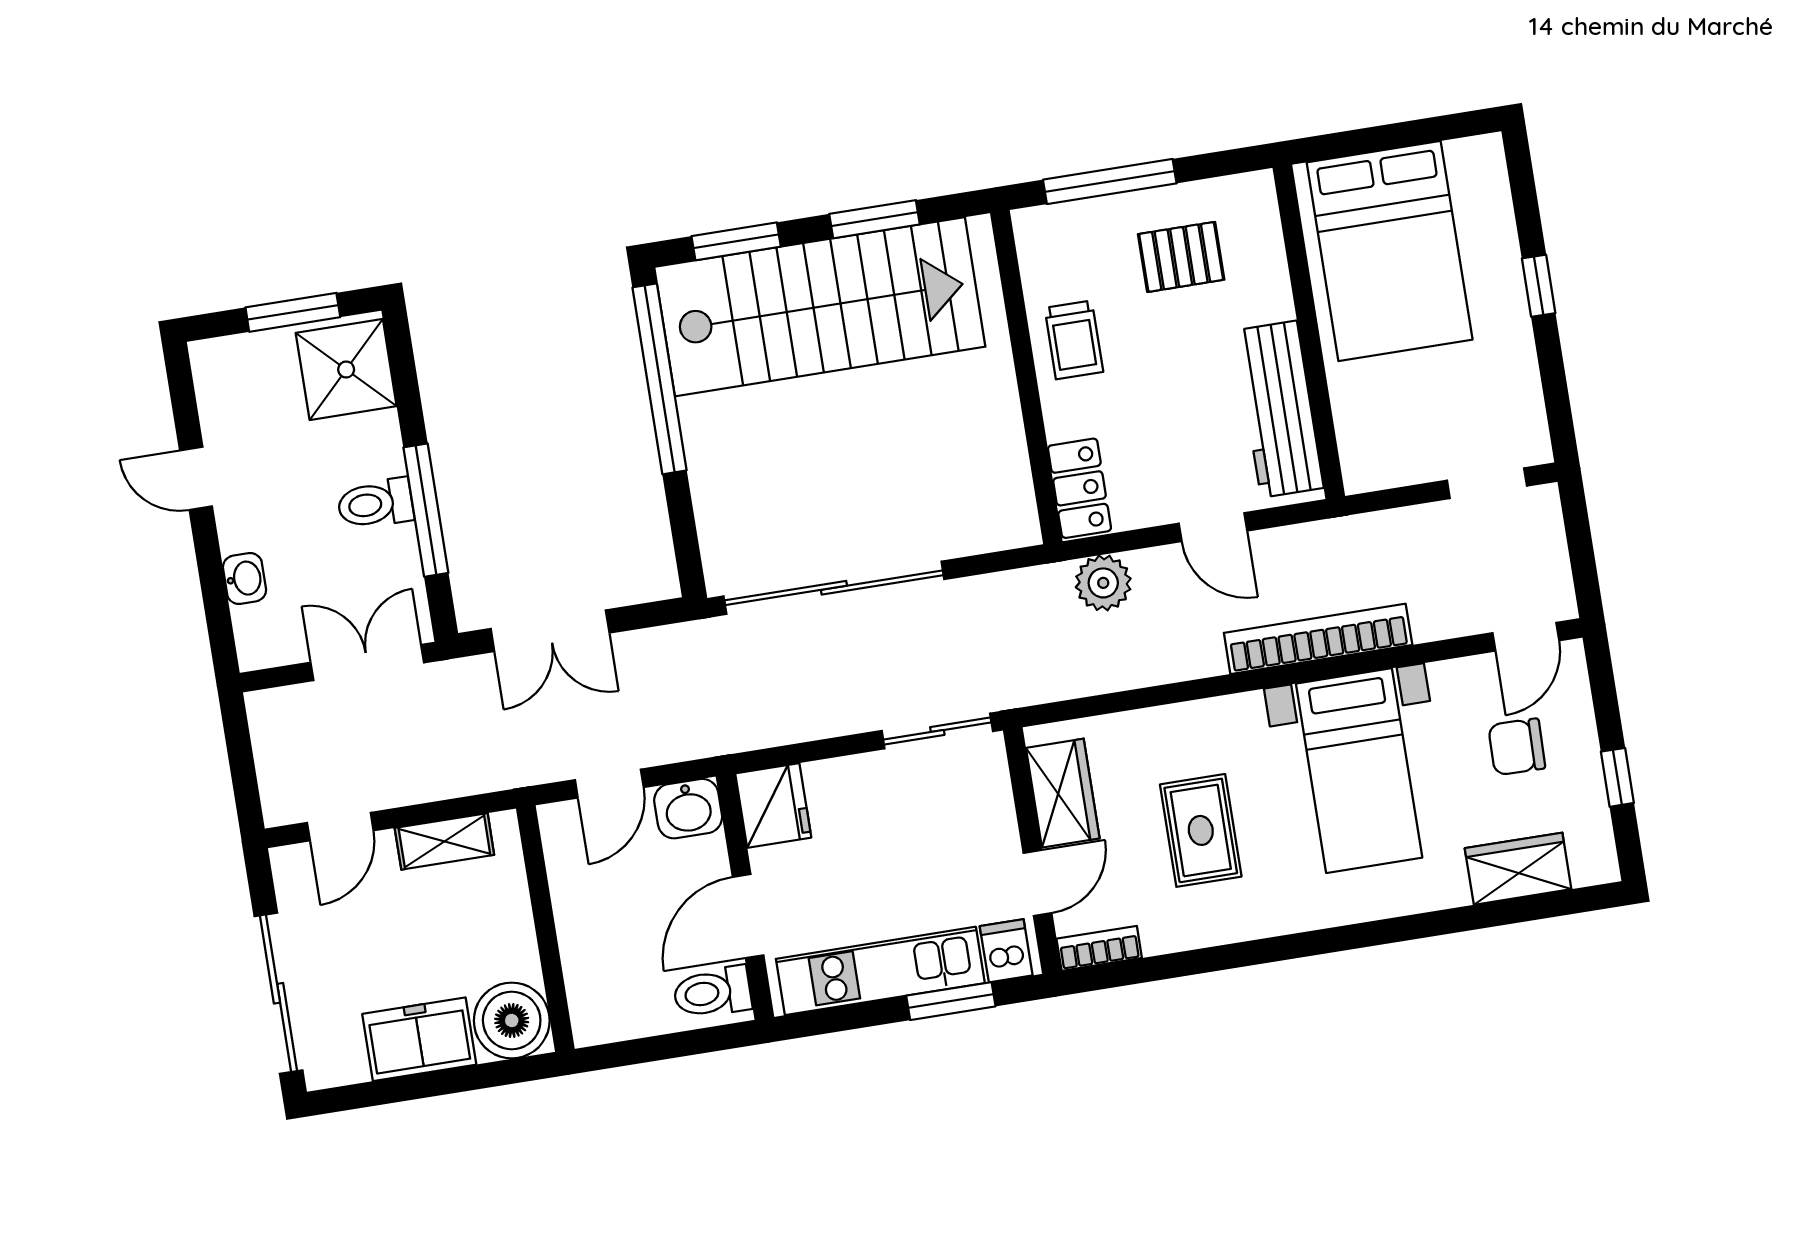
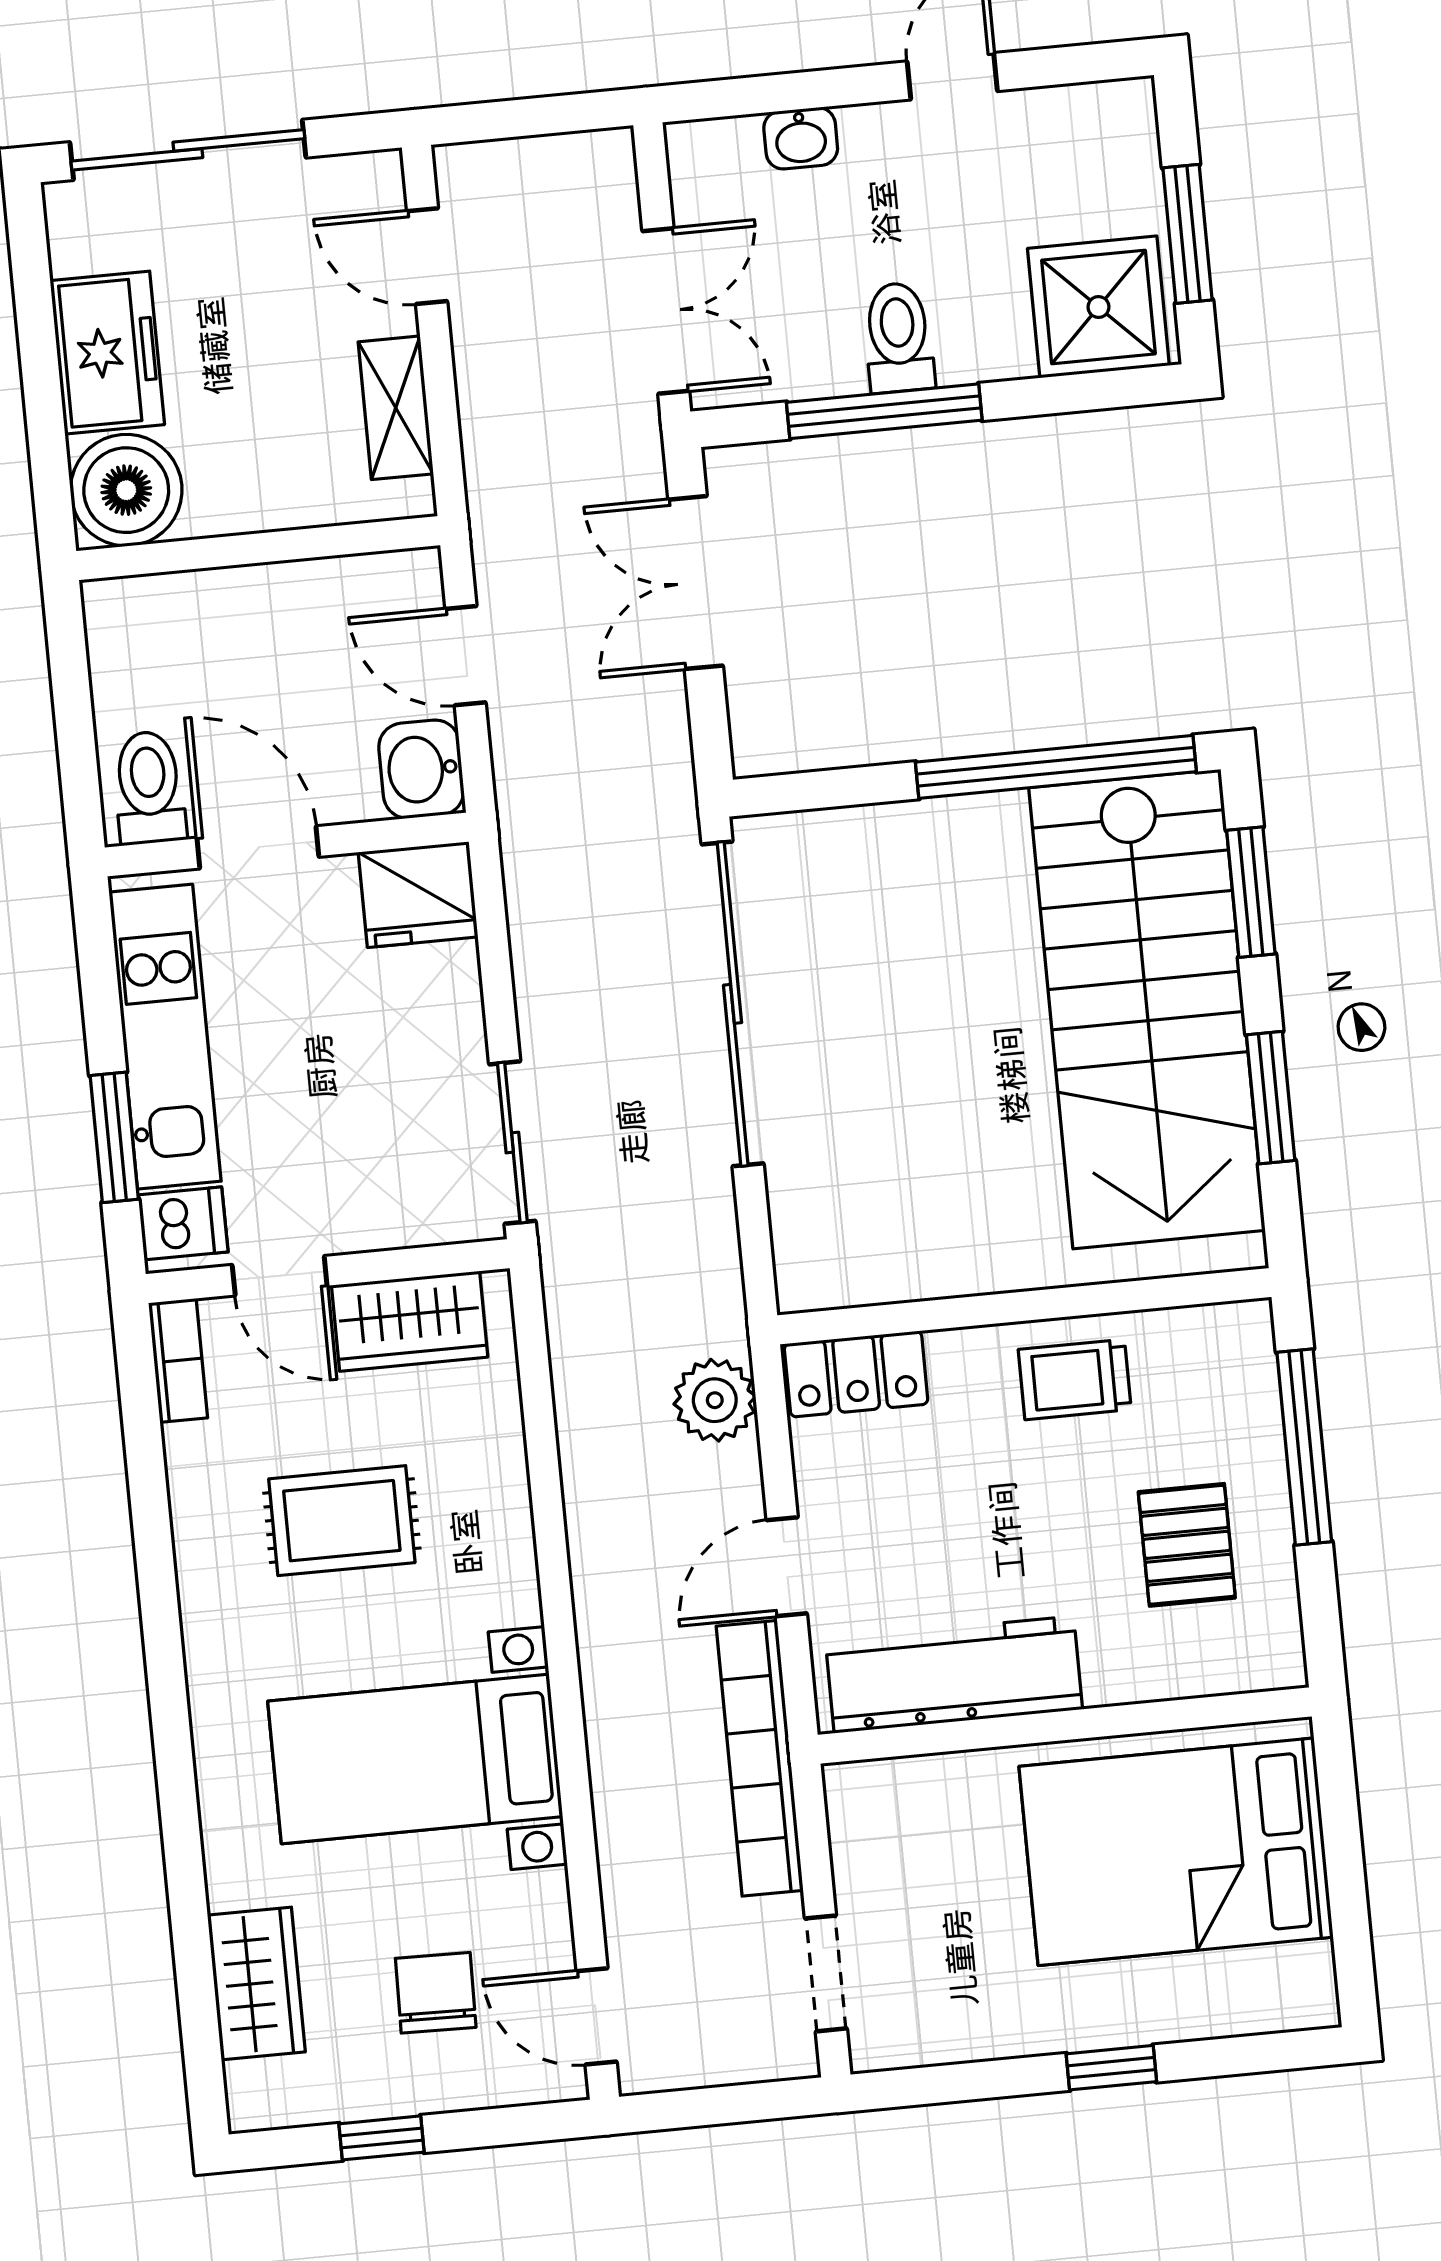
bookcase: (1318, 639) -> (760, 1758), moved, turned 180

